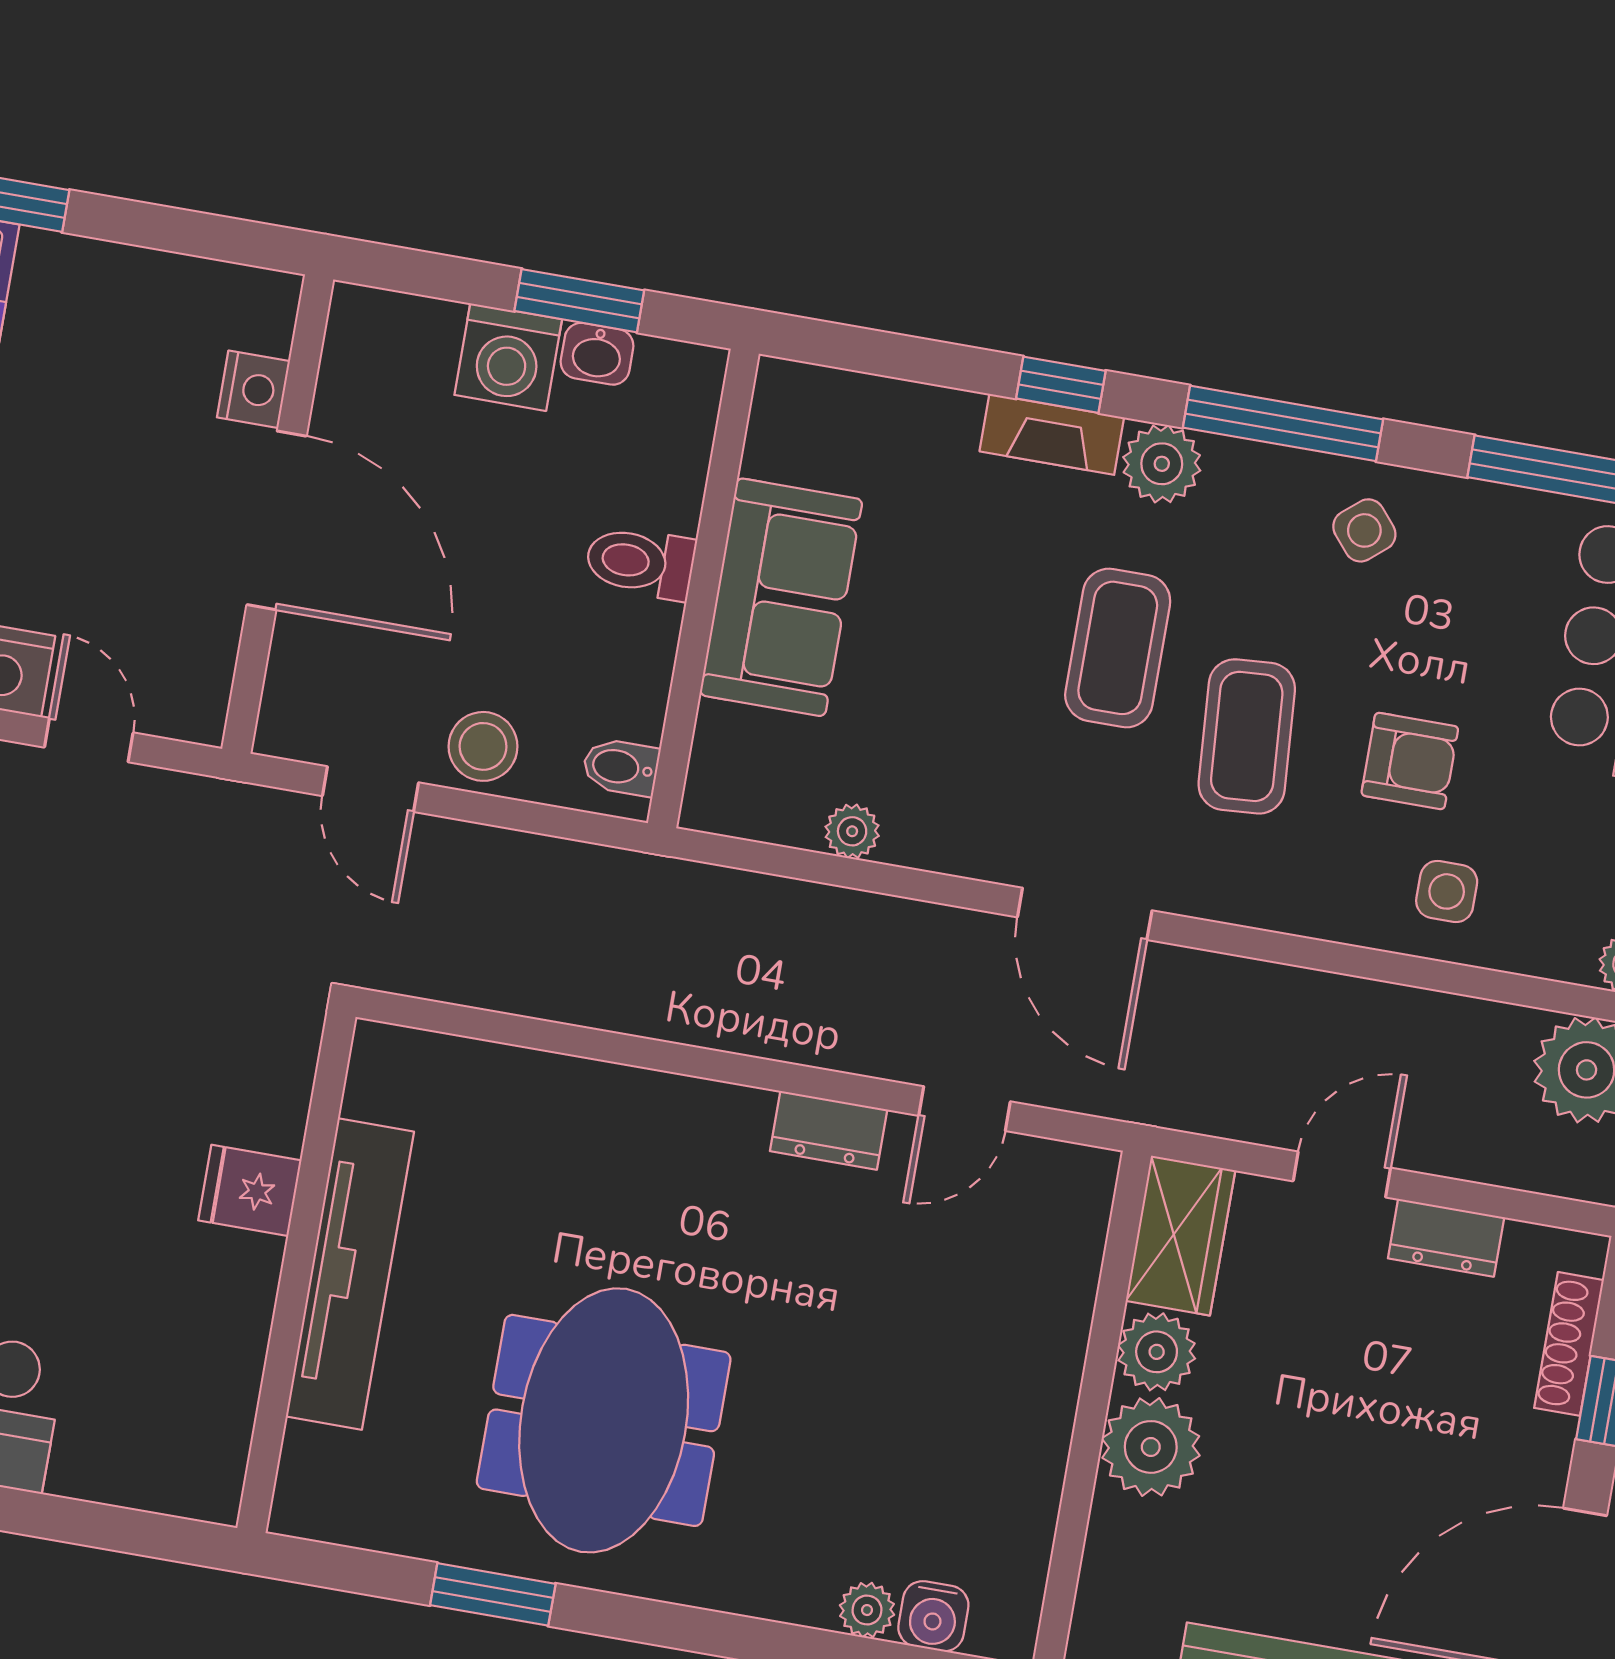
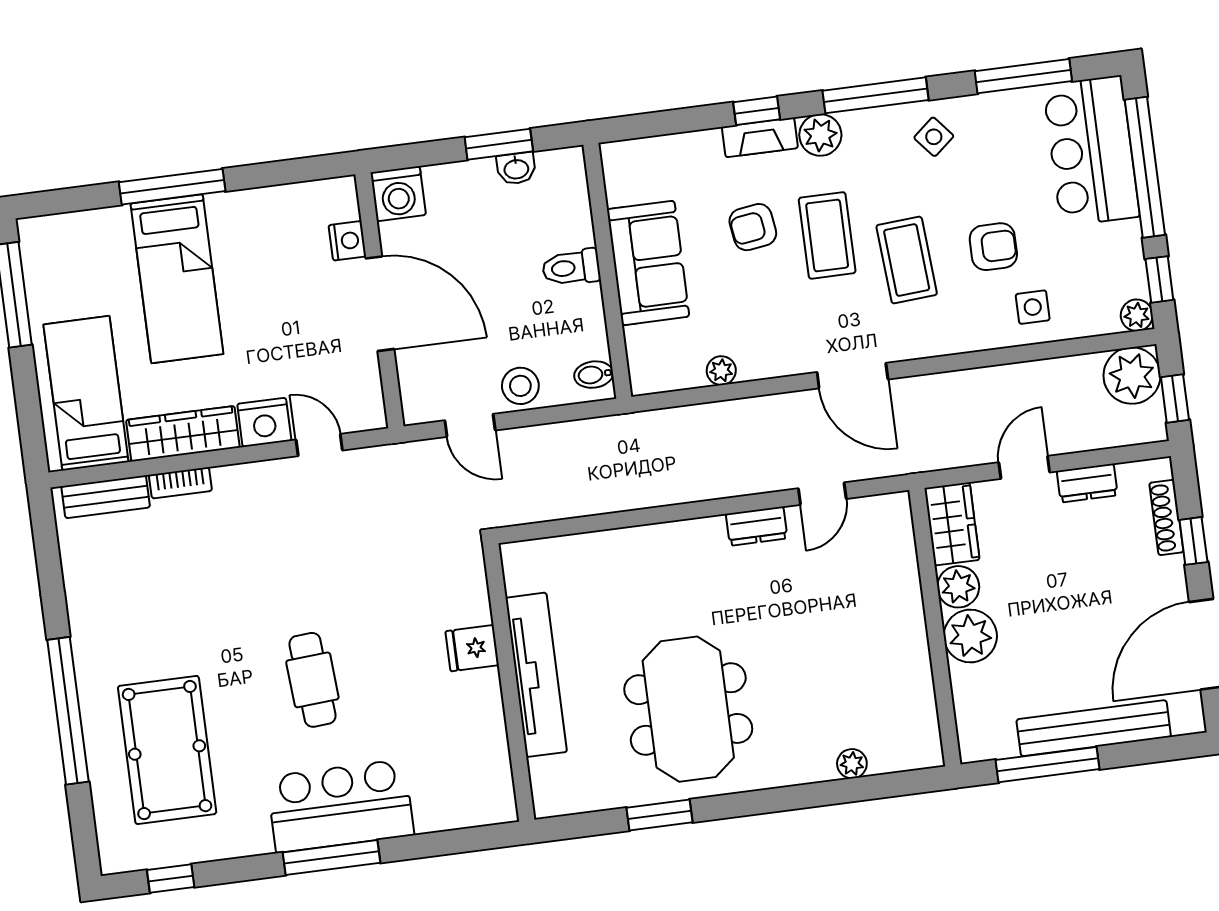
washing machine: (508, 357) -> (398, 194), moved
armchair: (989, 591) -> (753, 227), added
water cooler: (933, 1616) -> (887, 756), removed

